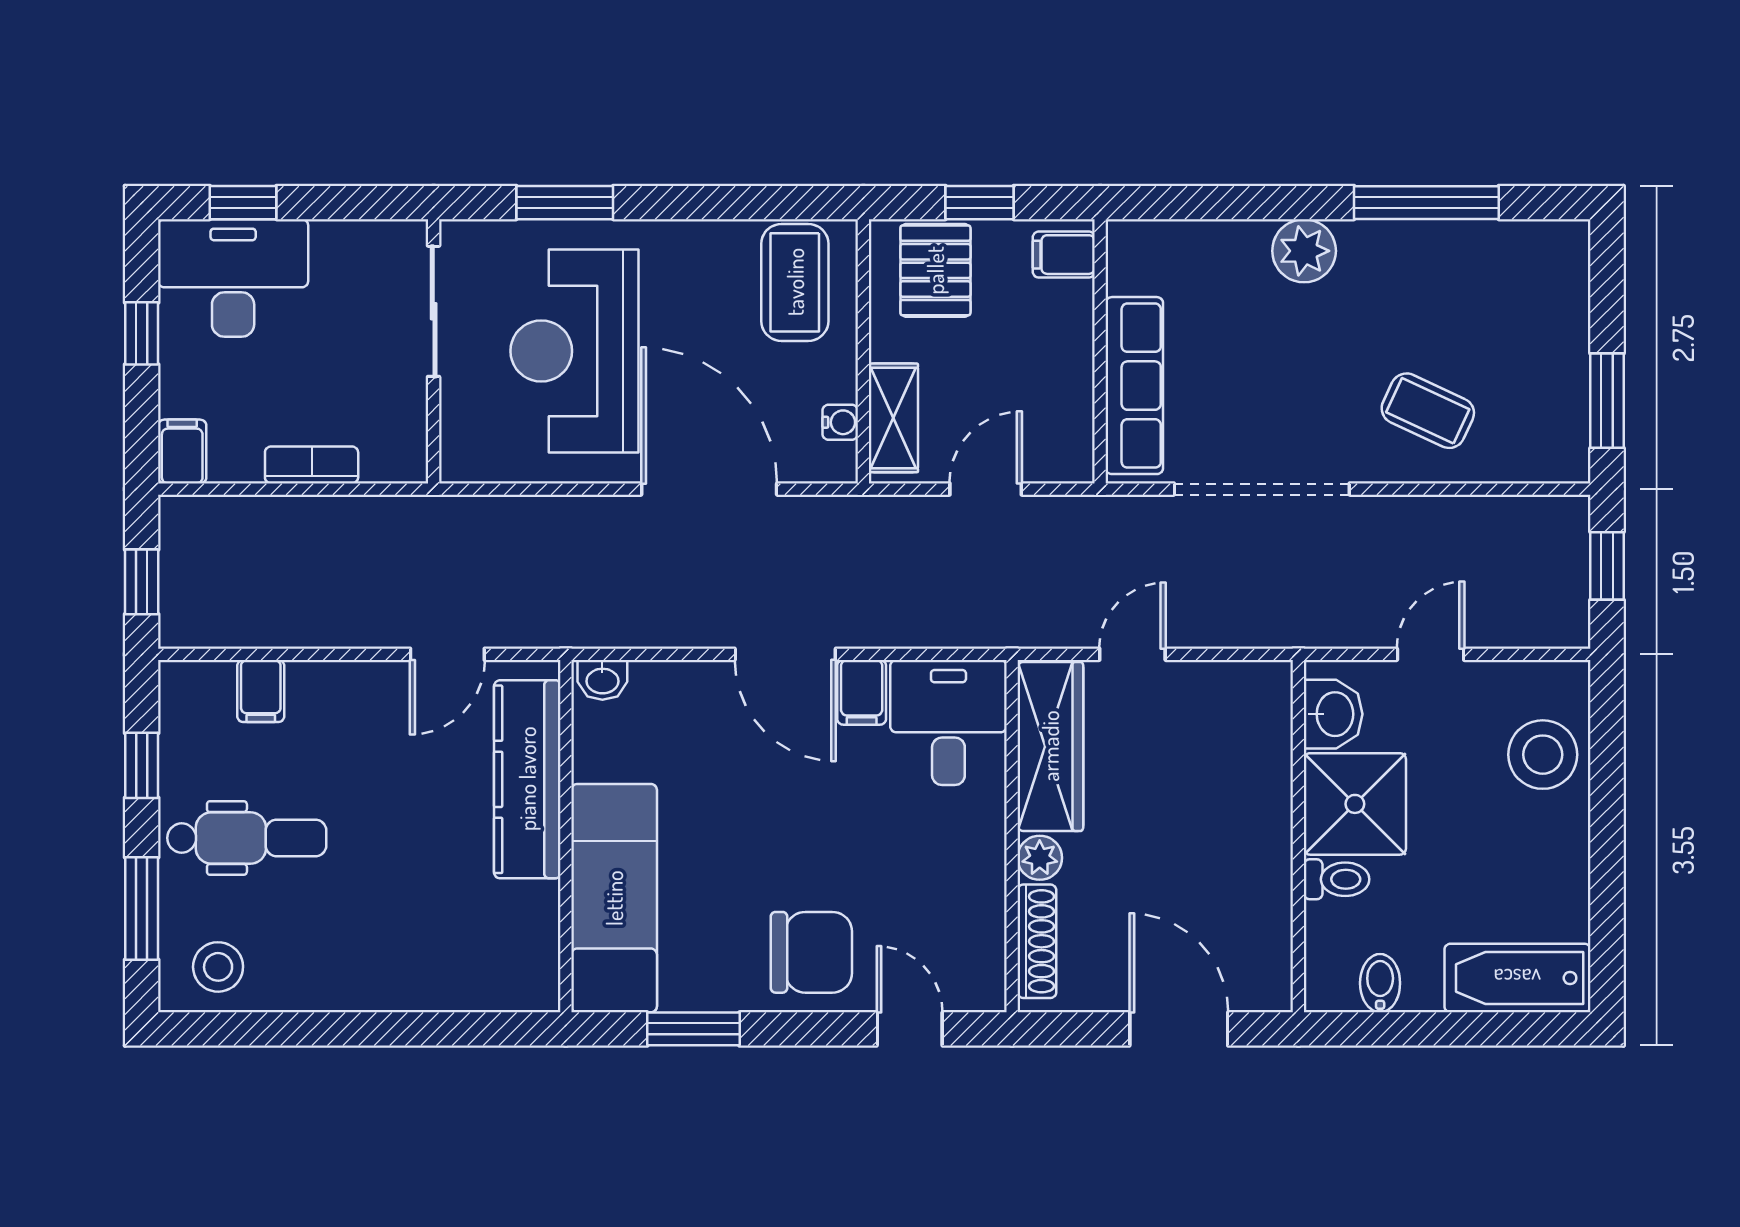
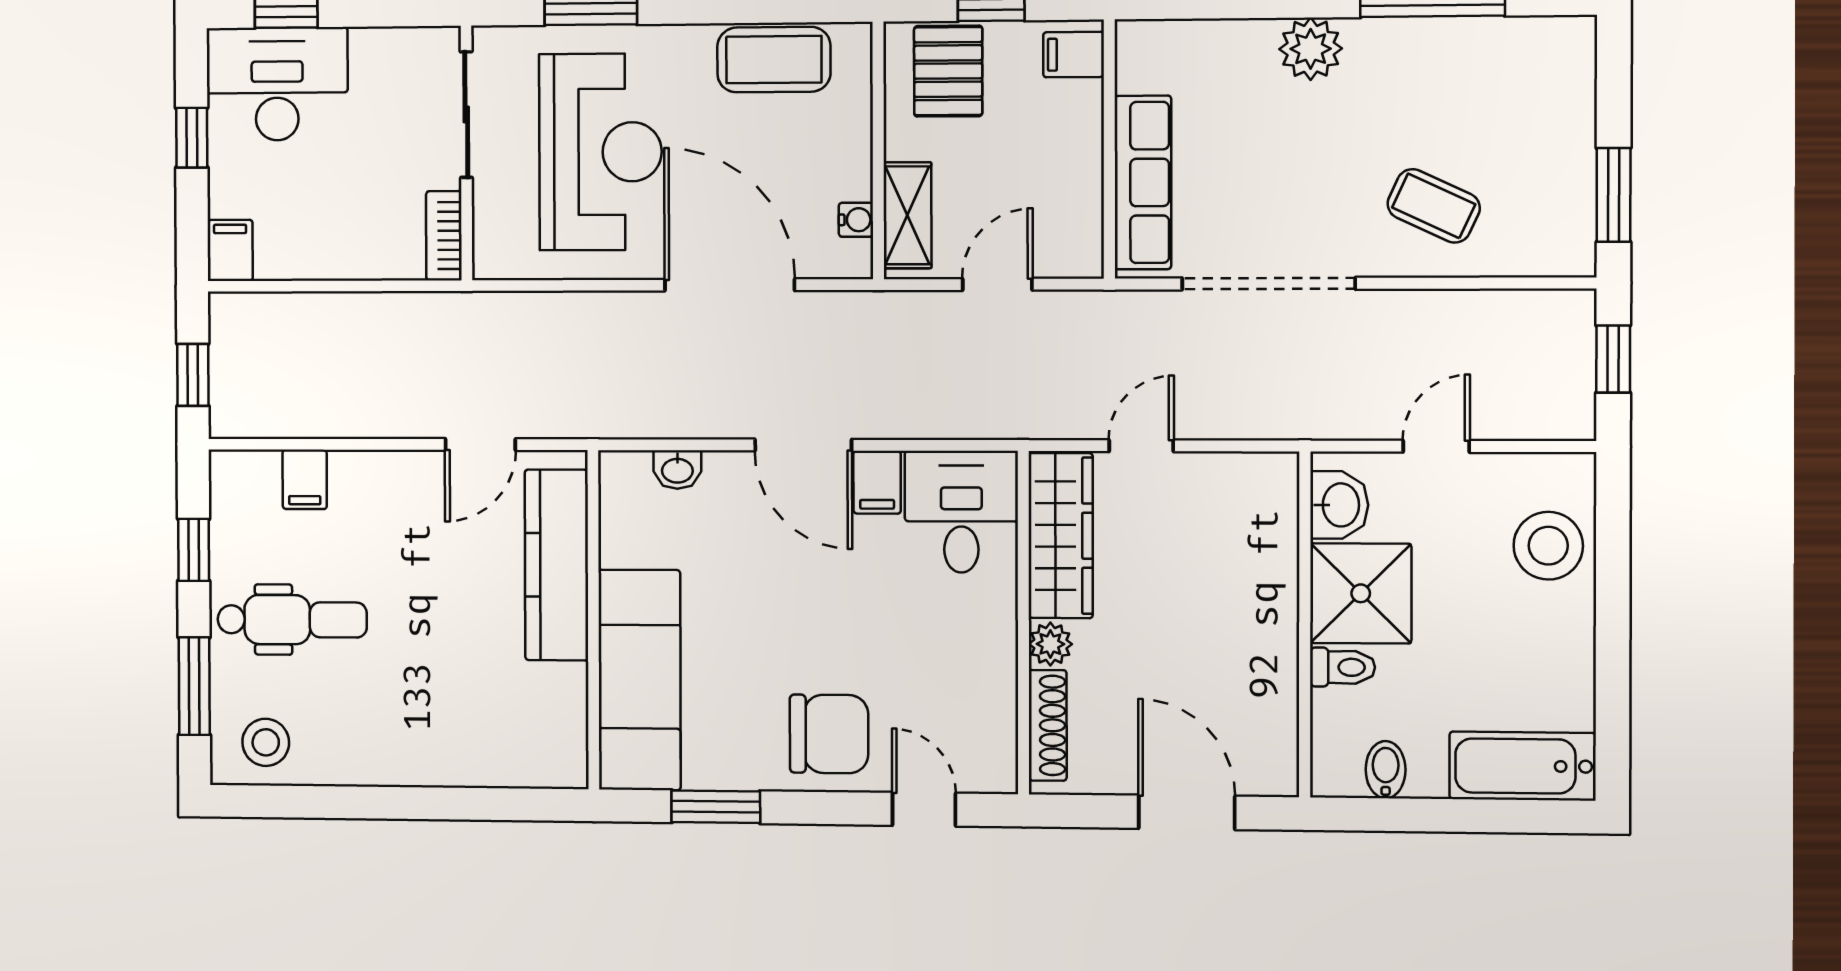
coffee table: (795, 282) -> (774, 60), moved, turned 90
reception desk: (574, 351) -> (600, 152), turned 180
bookcase: (312, 465) -> (444, 236), moved, turned -90
washbasin: (602, 680) -> (677, 470), moved

